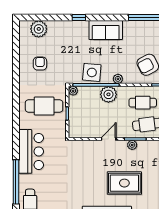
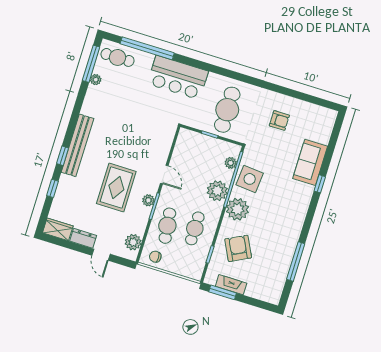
plant: (39, 29) -> (321, 132), removed
sofa: (106, 30) -> (310, 162), moved
plant: (118, 79) -> (237, 209), width x1.87, depth x1.87
plant: (73, 91) -> (231, 163), moved
rug: (124, 183) -> (116, 187), moved

